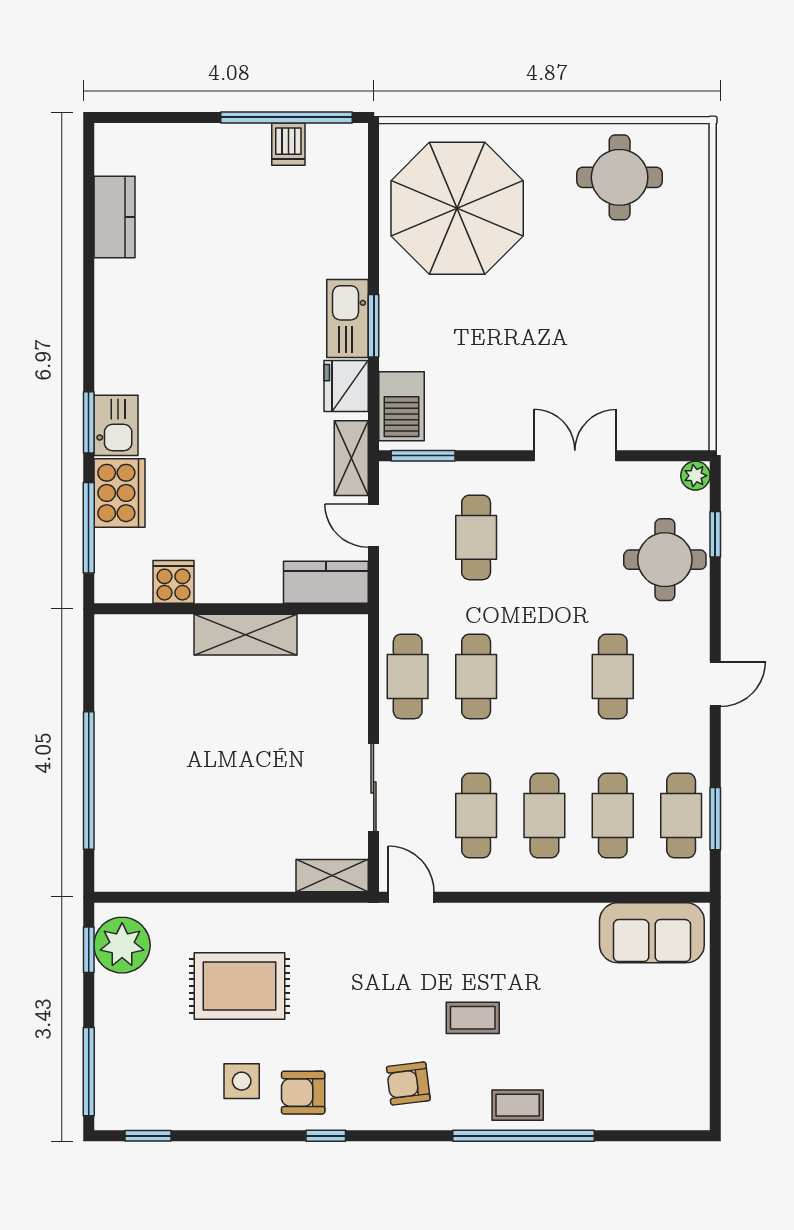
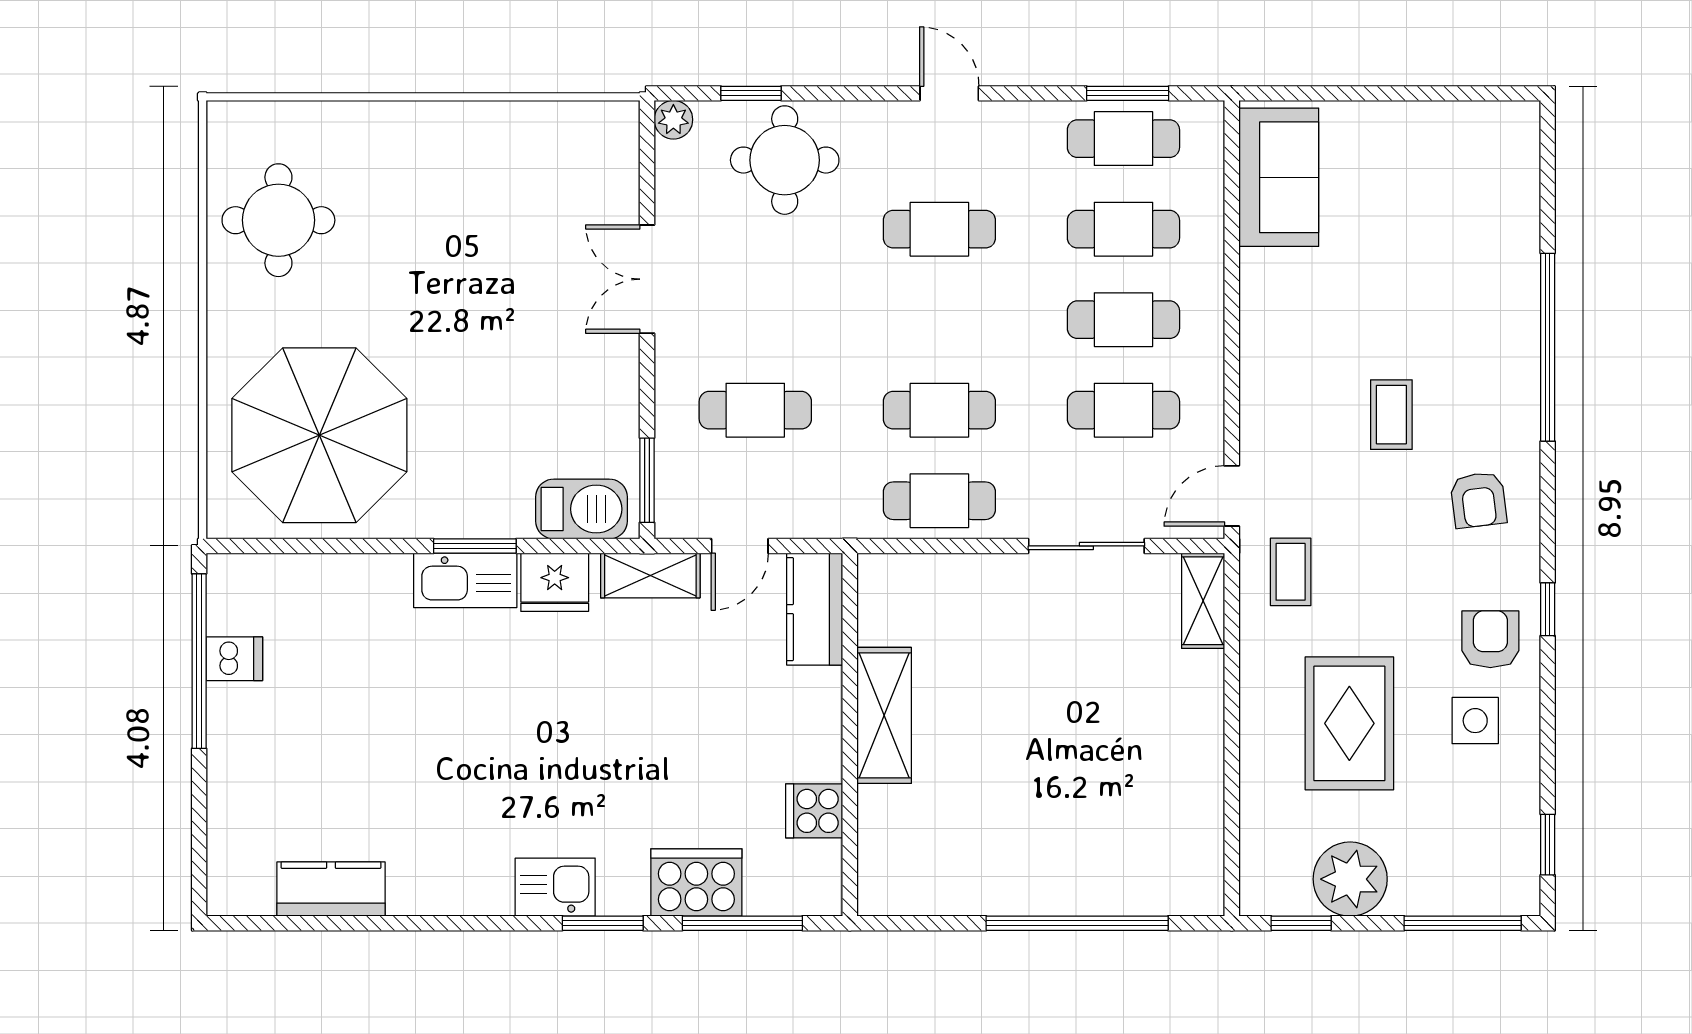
kitchen sink: (116, 425) -> (555, 887), moved
plant: (122, 945) -> (1350, 879), moved
armchair: (303, 1093) -> (1490, 639), turned 180
coffee table: (518, 1105) -> (1291, 572), moved

